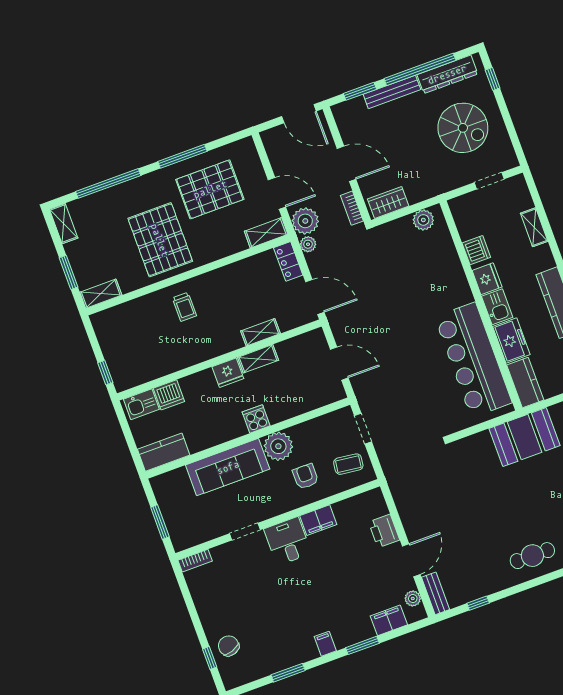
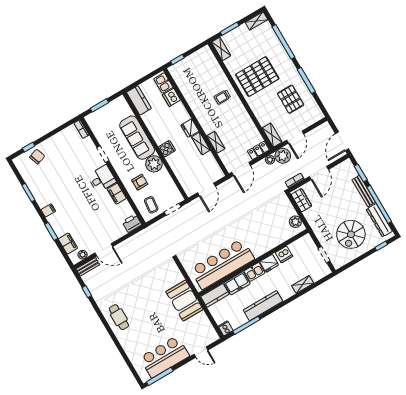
pallet: (210, 189) -> (291, 99), width x0.73, depth x0.71
printer: (384, 531) -> (132, 223), moved

